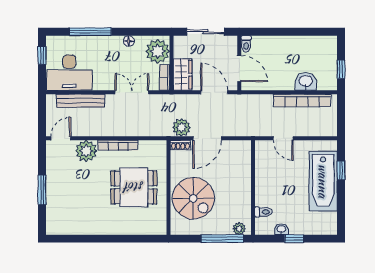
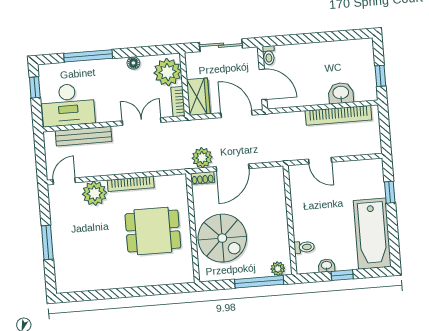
bathtub: (323, 181) -> (372, 234), moved

